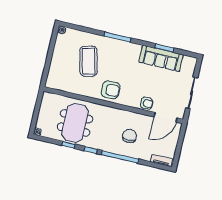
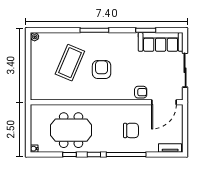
sofa: (161, 58) -> (161, 42), moved
coffee table: (88, 61) -> (70, 63), turned 37
armchair: (111, 90) -> (102, 69), moved, turned -90
meeting table: (75, 123) -> (71, 130), turned 90
chair: (130, 136) -> (131, 130), turned 90

